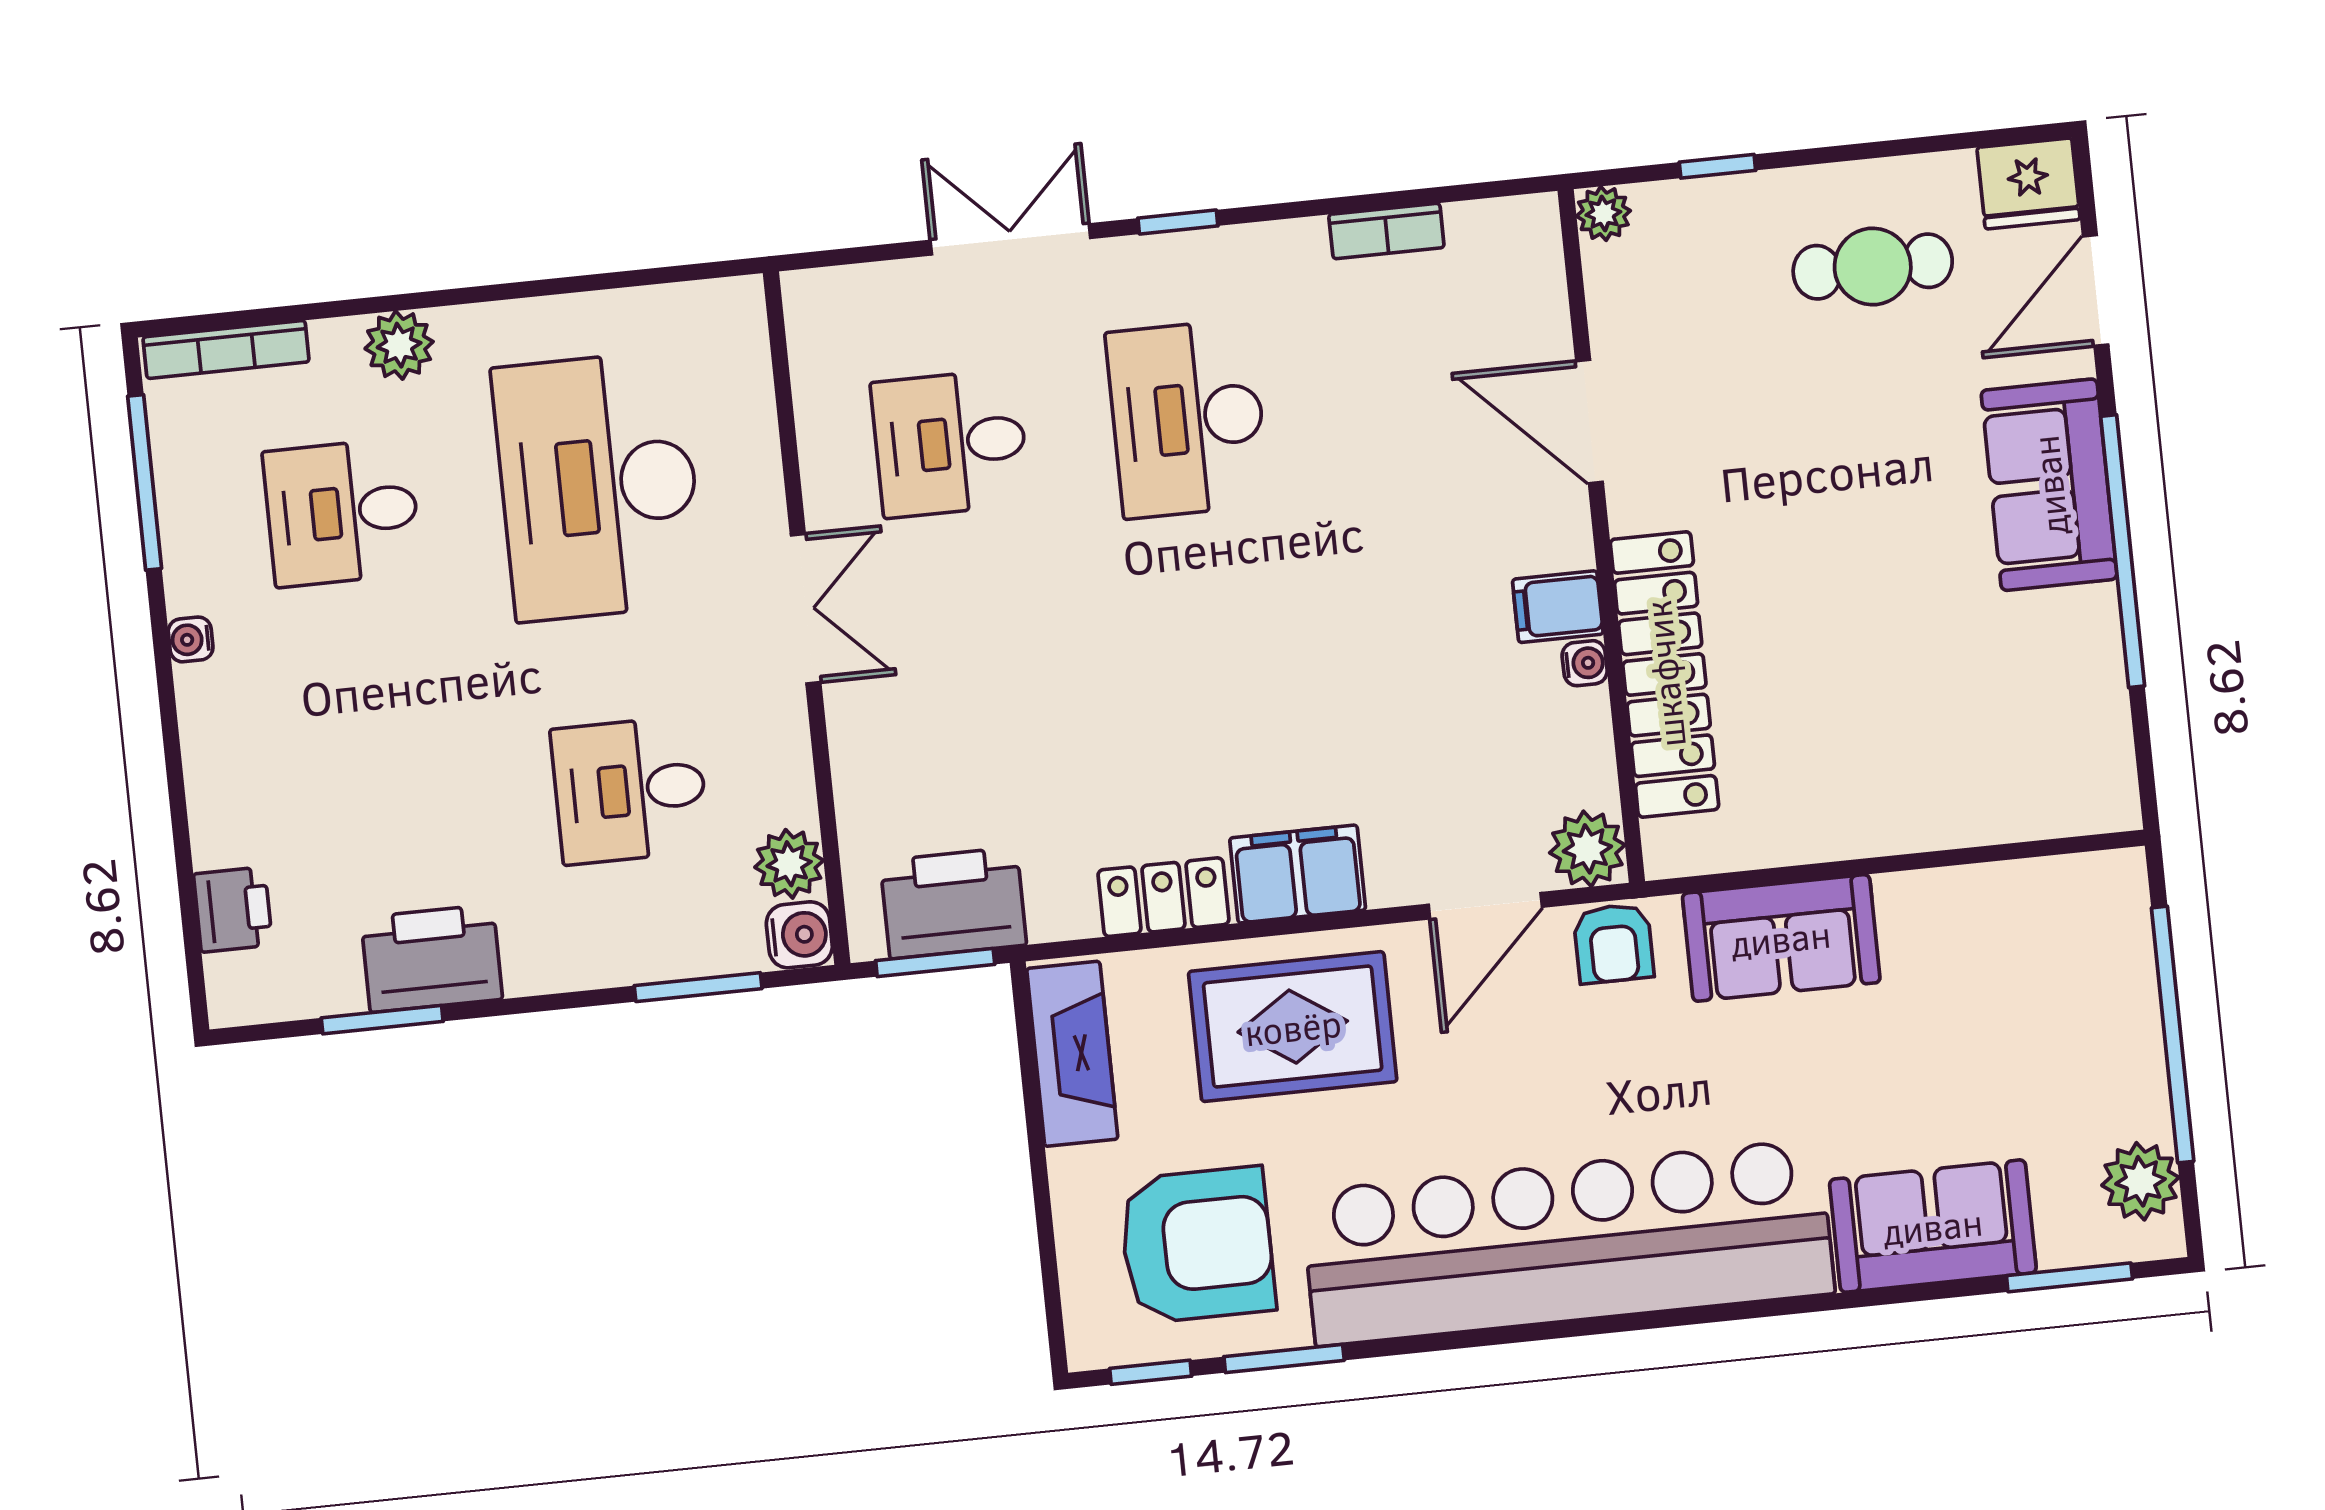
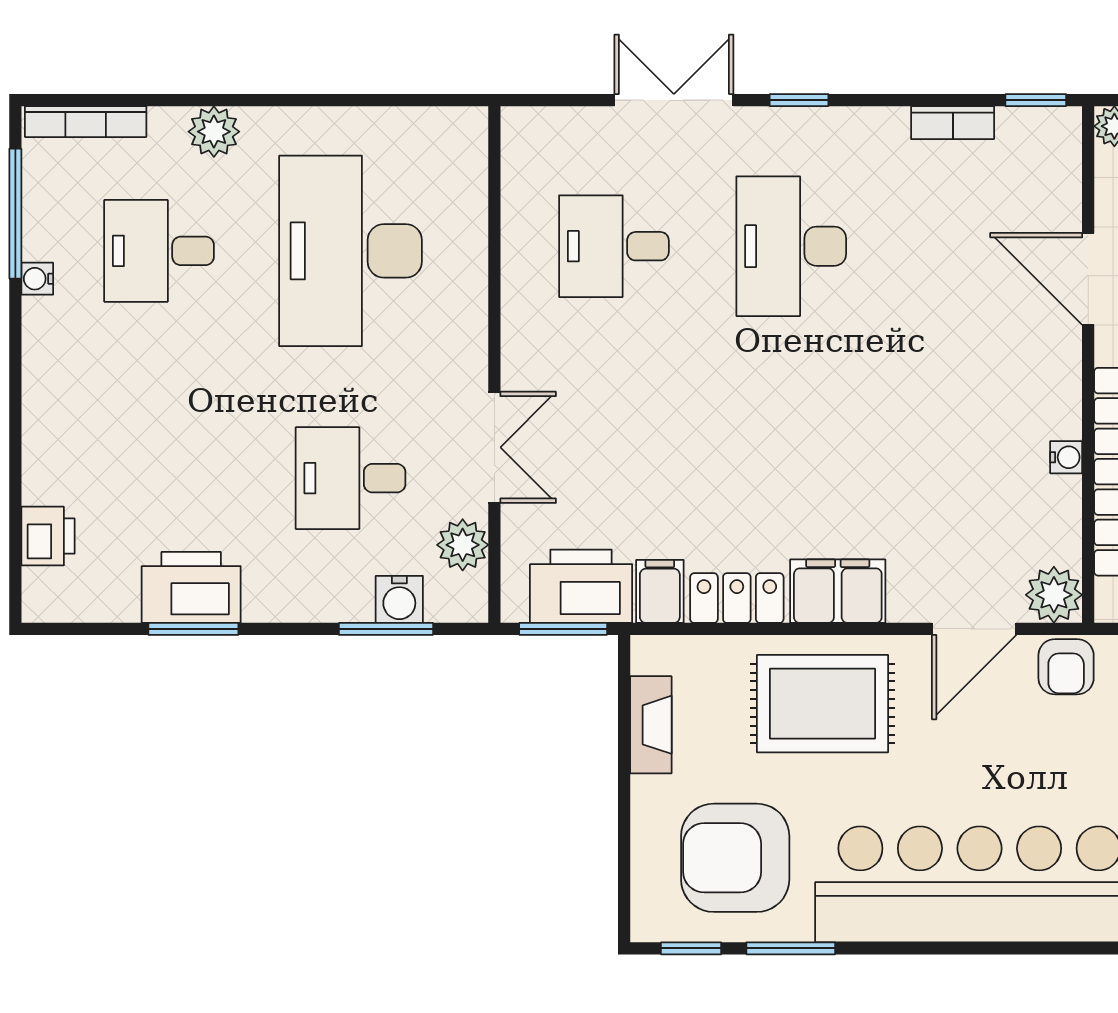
window: (1495, 189) -> (1036, 100), added
filing cabinet: (1558, 607) -> (660, 591), moved, turned 90
double door: (806, 609) -> (494, 447), moved
water cooler: (191, 639) -> (37, 279), moved
water cooler: (799, 935) -> (399, 599), moved, turned 90
window: (382, 1020) -> (193, 629), moved
fireplace: (1072, 1054) -> (651, 725), width x0.73, depth x0.76
armchair: (1197, 1245) -> (735, 858), turned 180

